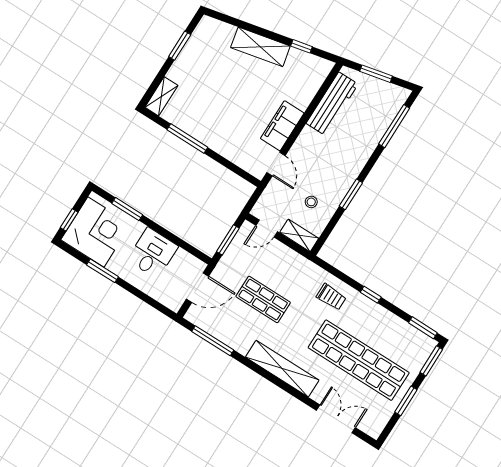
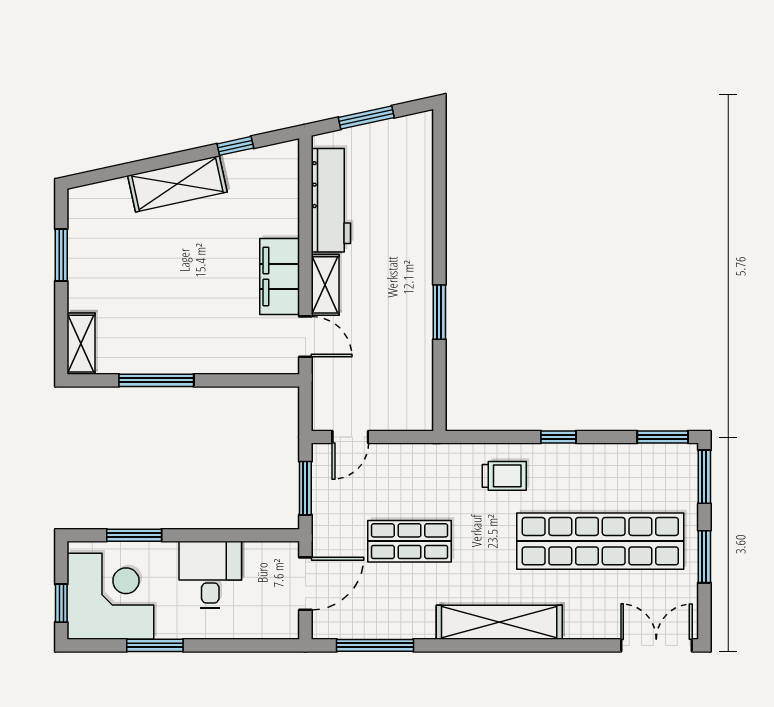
window: (394, 126) -> (439, 176), removed
stool: (311, 202) -> (390, 359), removed
shelving: (299, 235) -> (325, 285), moved, turned 90
double door: (336, 419) -> (656, 645), moved

